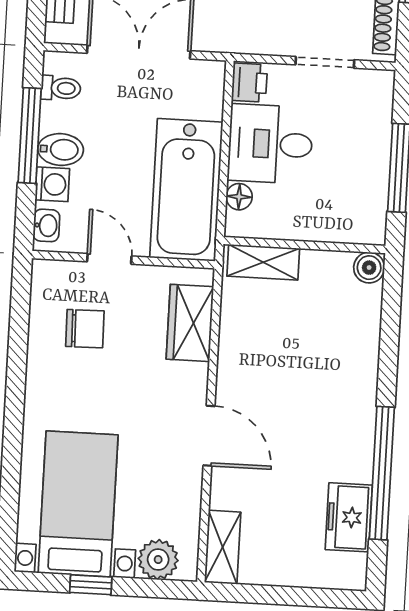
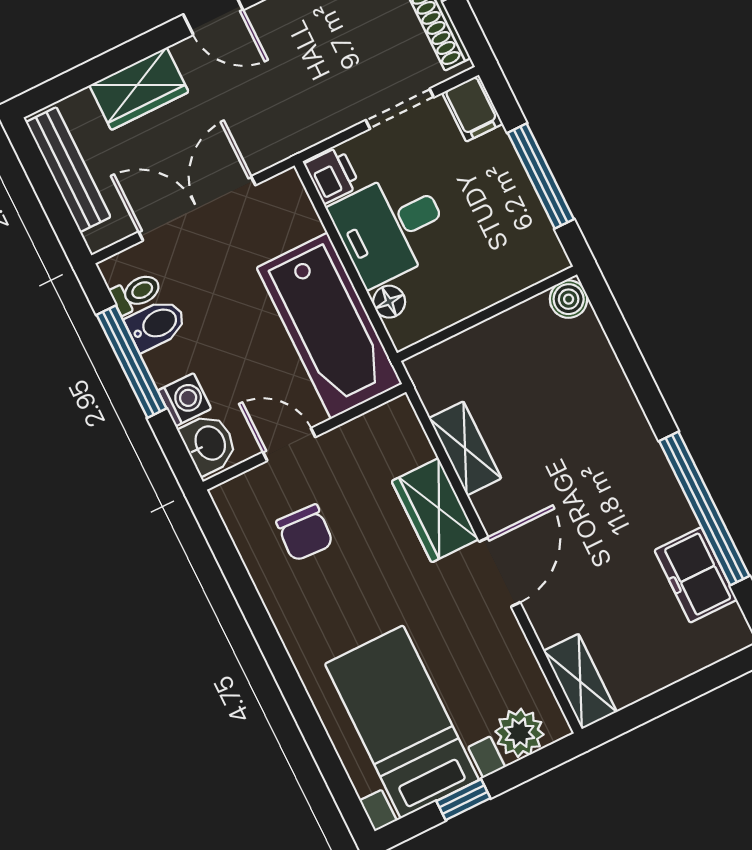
filing cabinet: (377, 91) -> (473, 108), added
bidet: (61, 149) -> (156, 325), moved
washbasin: (46, 225) -> (209, 444), width x1.38, depth x1.45
shelving: (263, 262) -> (465, 448), moved, turned 90
wardrobe: (190, 323) -> (435, 510), moved
chair: (85, 329) -> (305, 533), turned 94
door: (209, 436) -> (500, 572), hinge flipped

